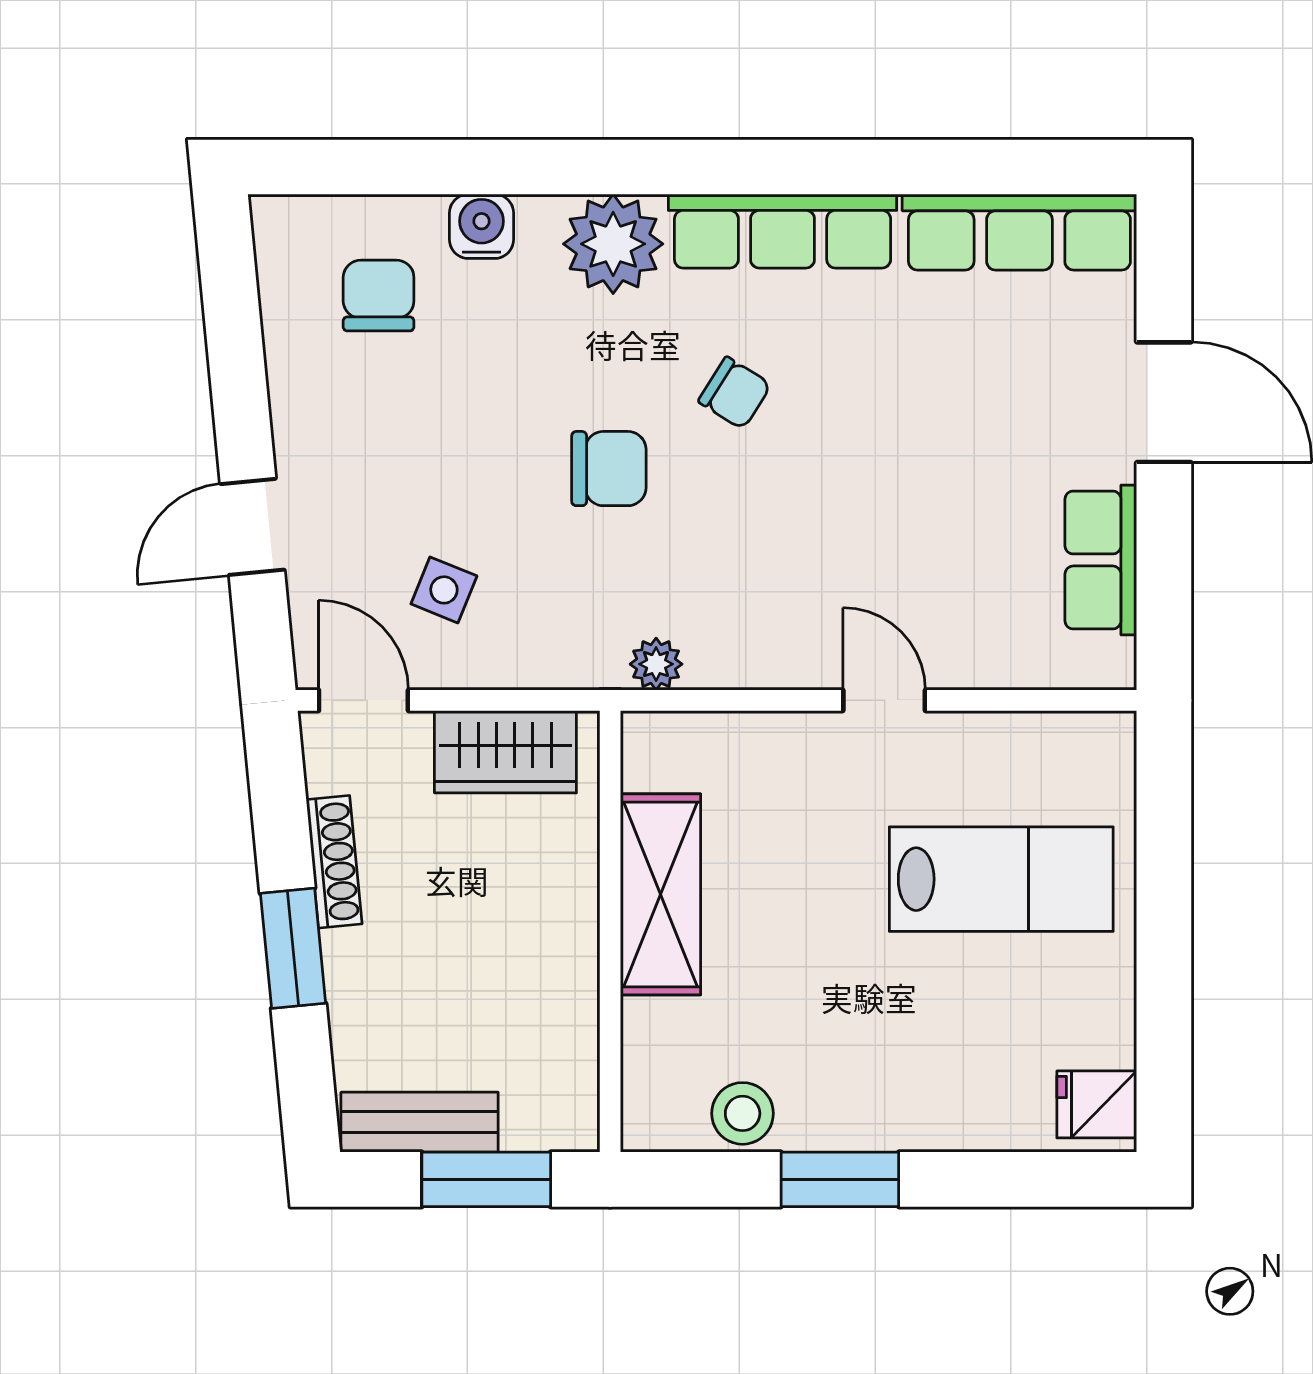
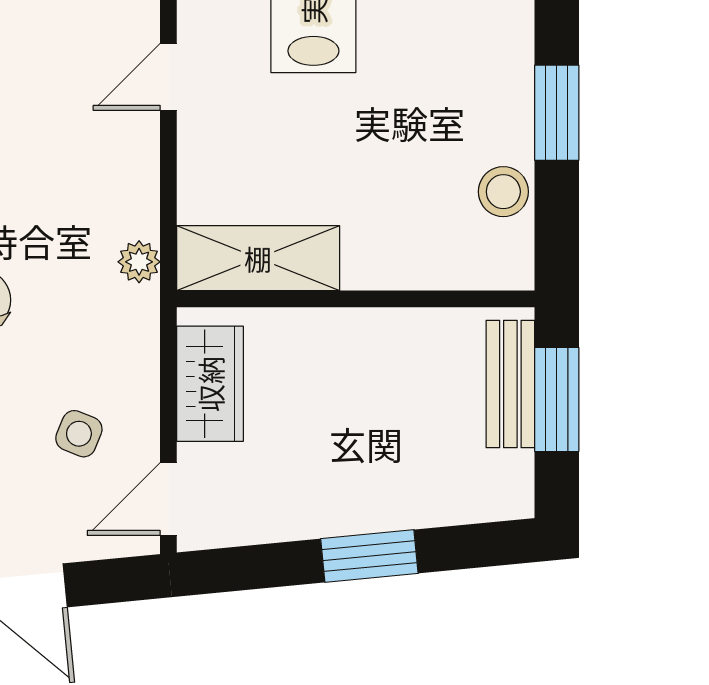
shoe rack: (334, 862) -> (299, 523), removed
shelving: (660, 894) -> (258, 258), moved
bench: (420, 1122) -> (510, 384), moved

